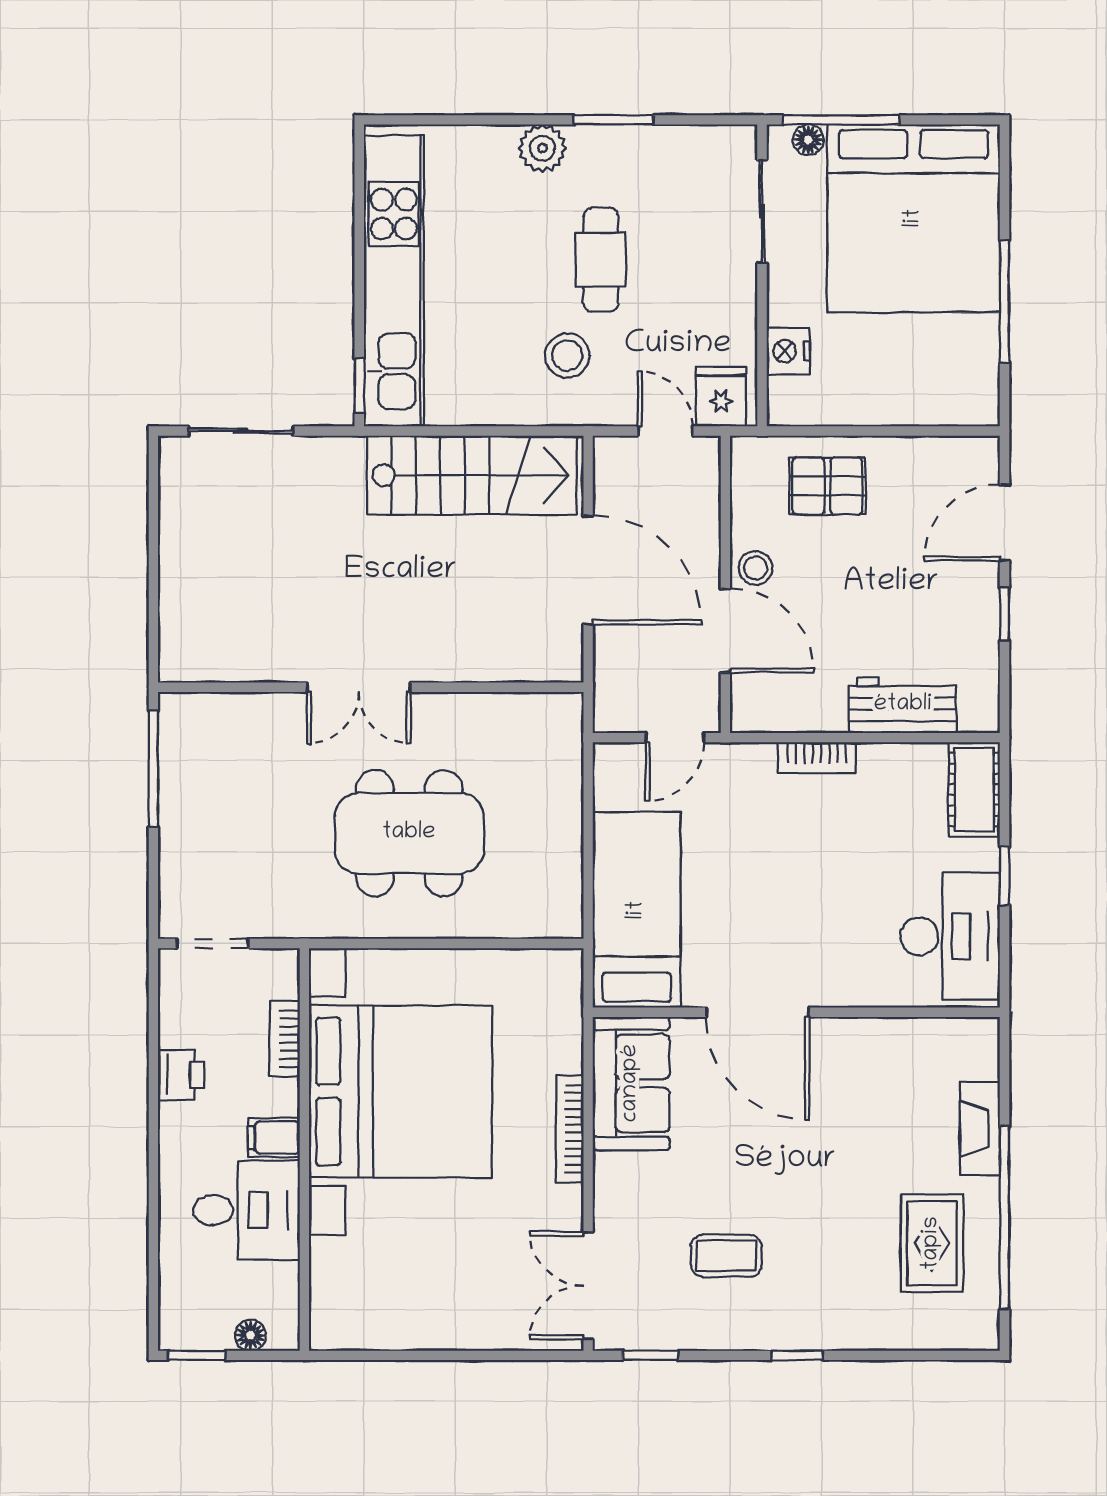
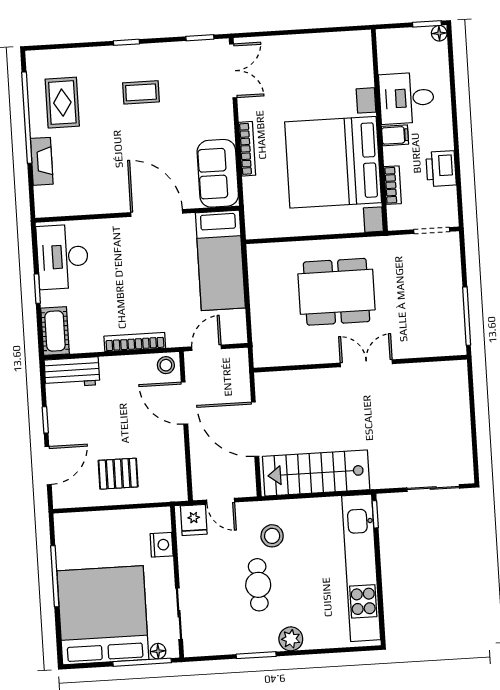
pallet: (827, 486) -> (118, 474), moved
stool: (756, 568) -> (166, 365), moved
workbench: (903, 705) -> (72, 372), moved
bookcase: (817, 758) -> (135, 342), width x1.56
printer: (181, 1075) -> (441, 169), width x1.36, depth x1.24
coffee table: (726, 1256) -> (141, 92), moved
floor lamp: (250, 1335) -> (439, 33), moved

